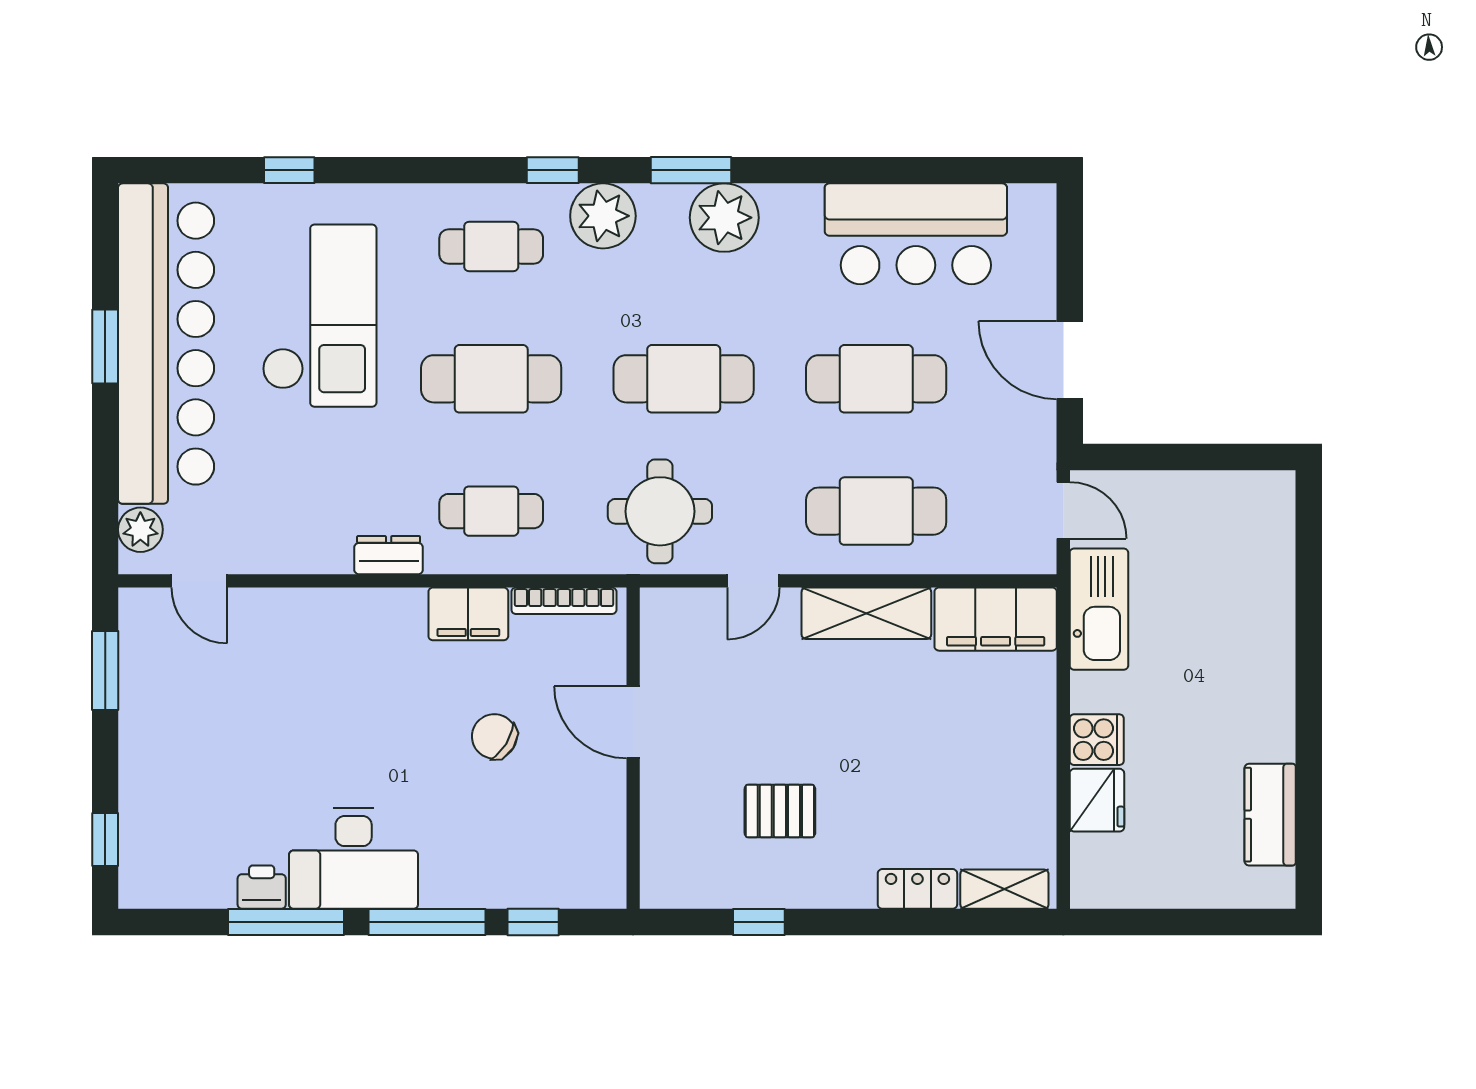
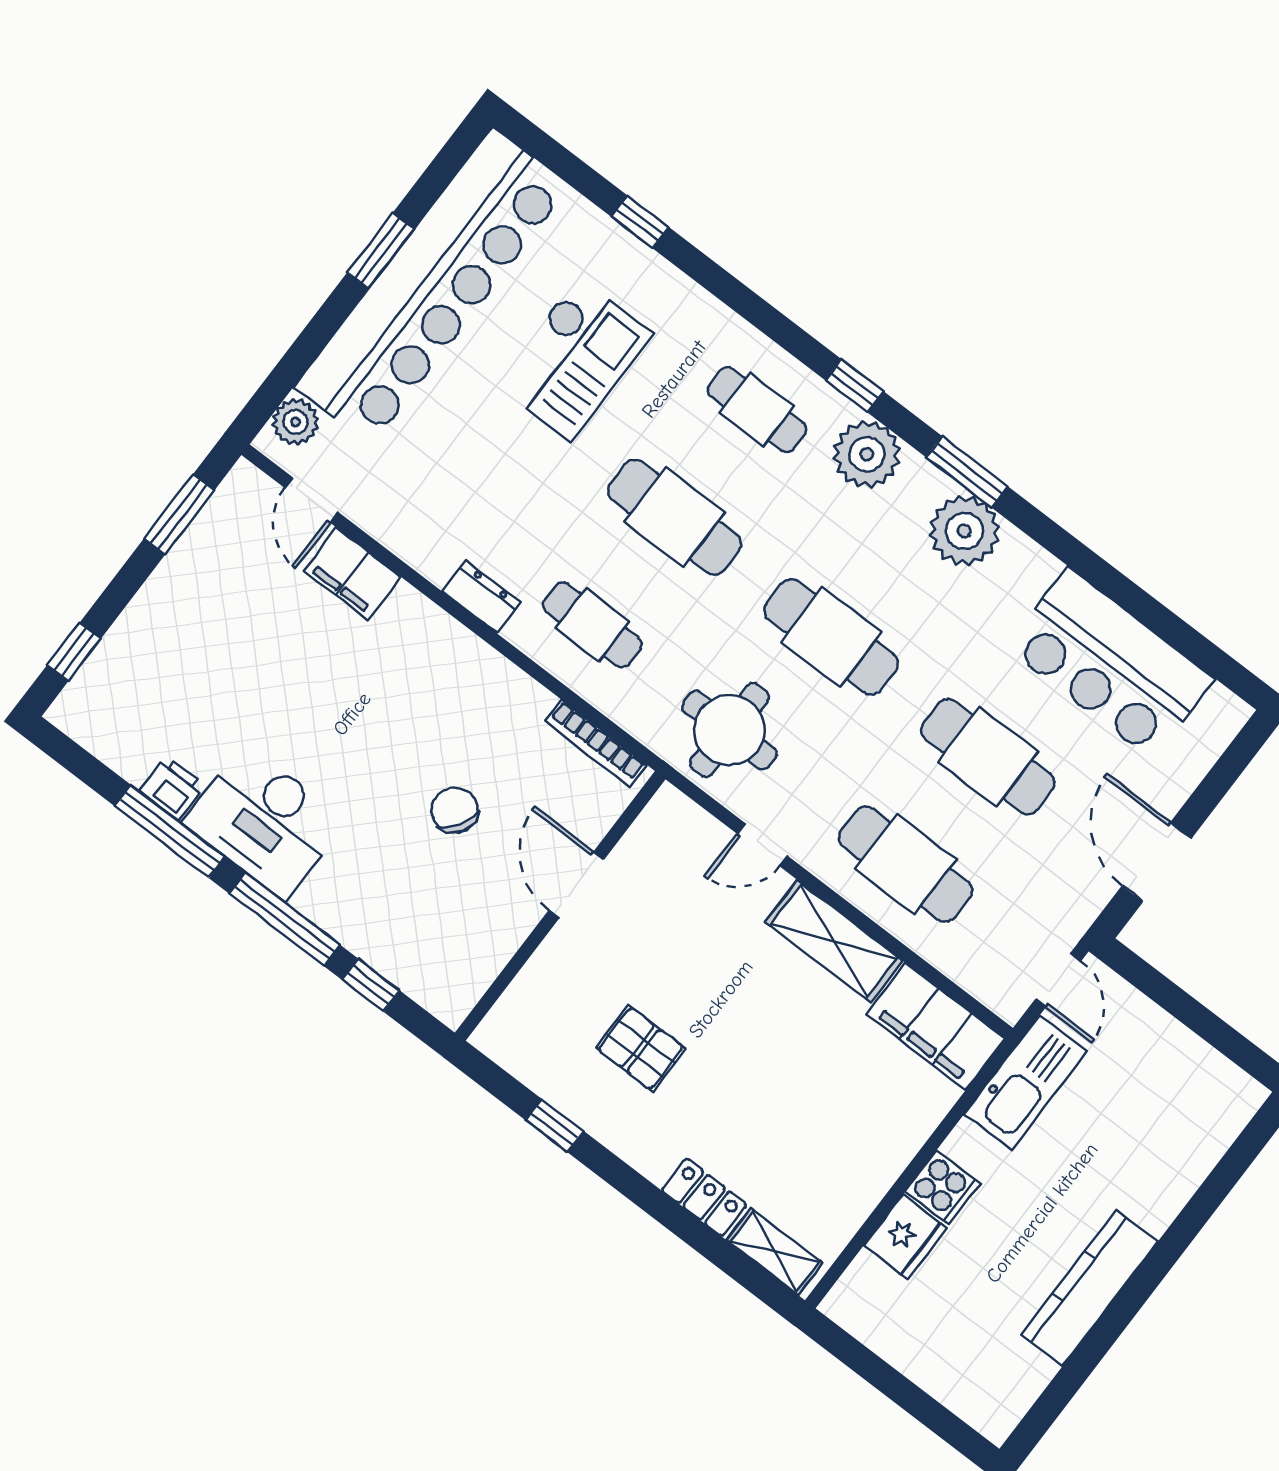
checkout: (319, 316) -> (574, 359), width x0.73, depth x0.83
filing cabinet: (468, 614) -> (352, 574), moved
kitchen counter: (1270, 815) -> (1089, 1288), moved, width x1.50

